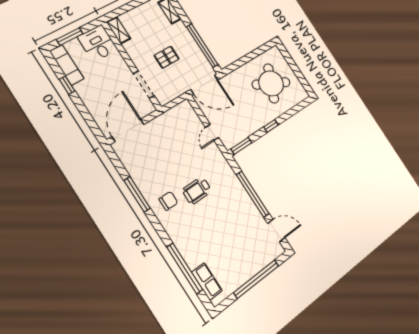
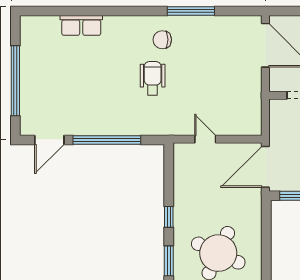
window: (241, 146) -> (169, 261), moved
chair: (168, 201) -> (162, 40), turned 90
window: (185, 268) -> (81, 11), removed
row of seats: (207, 281) -> (81, 25), moved

